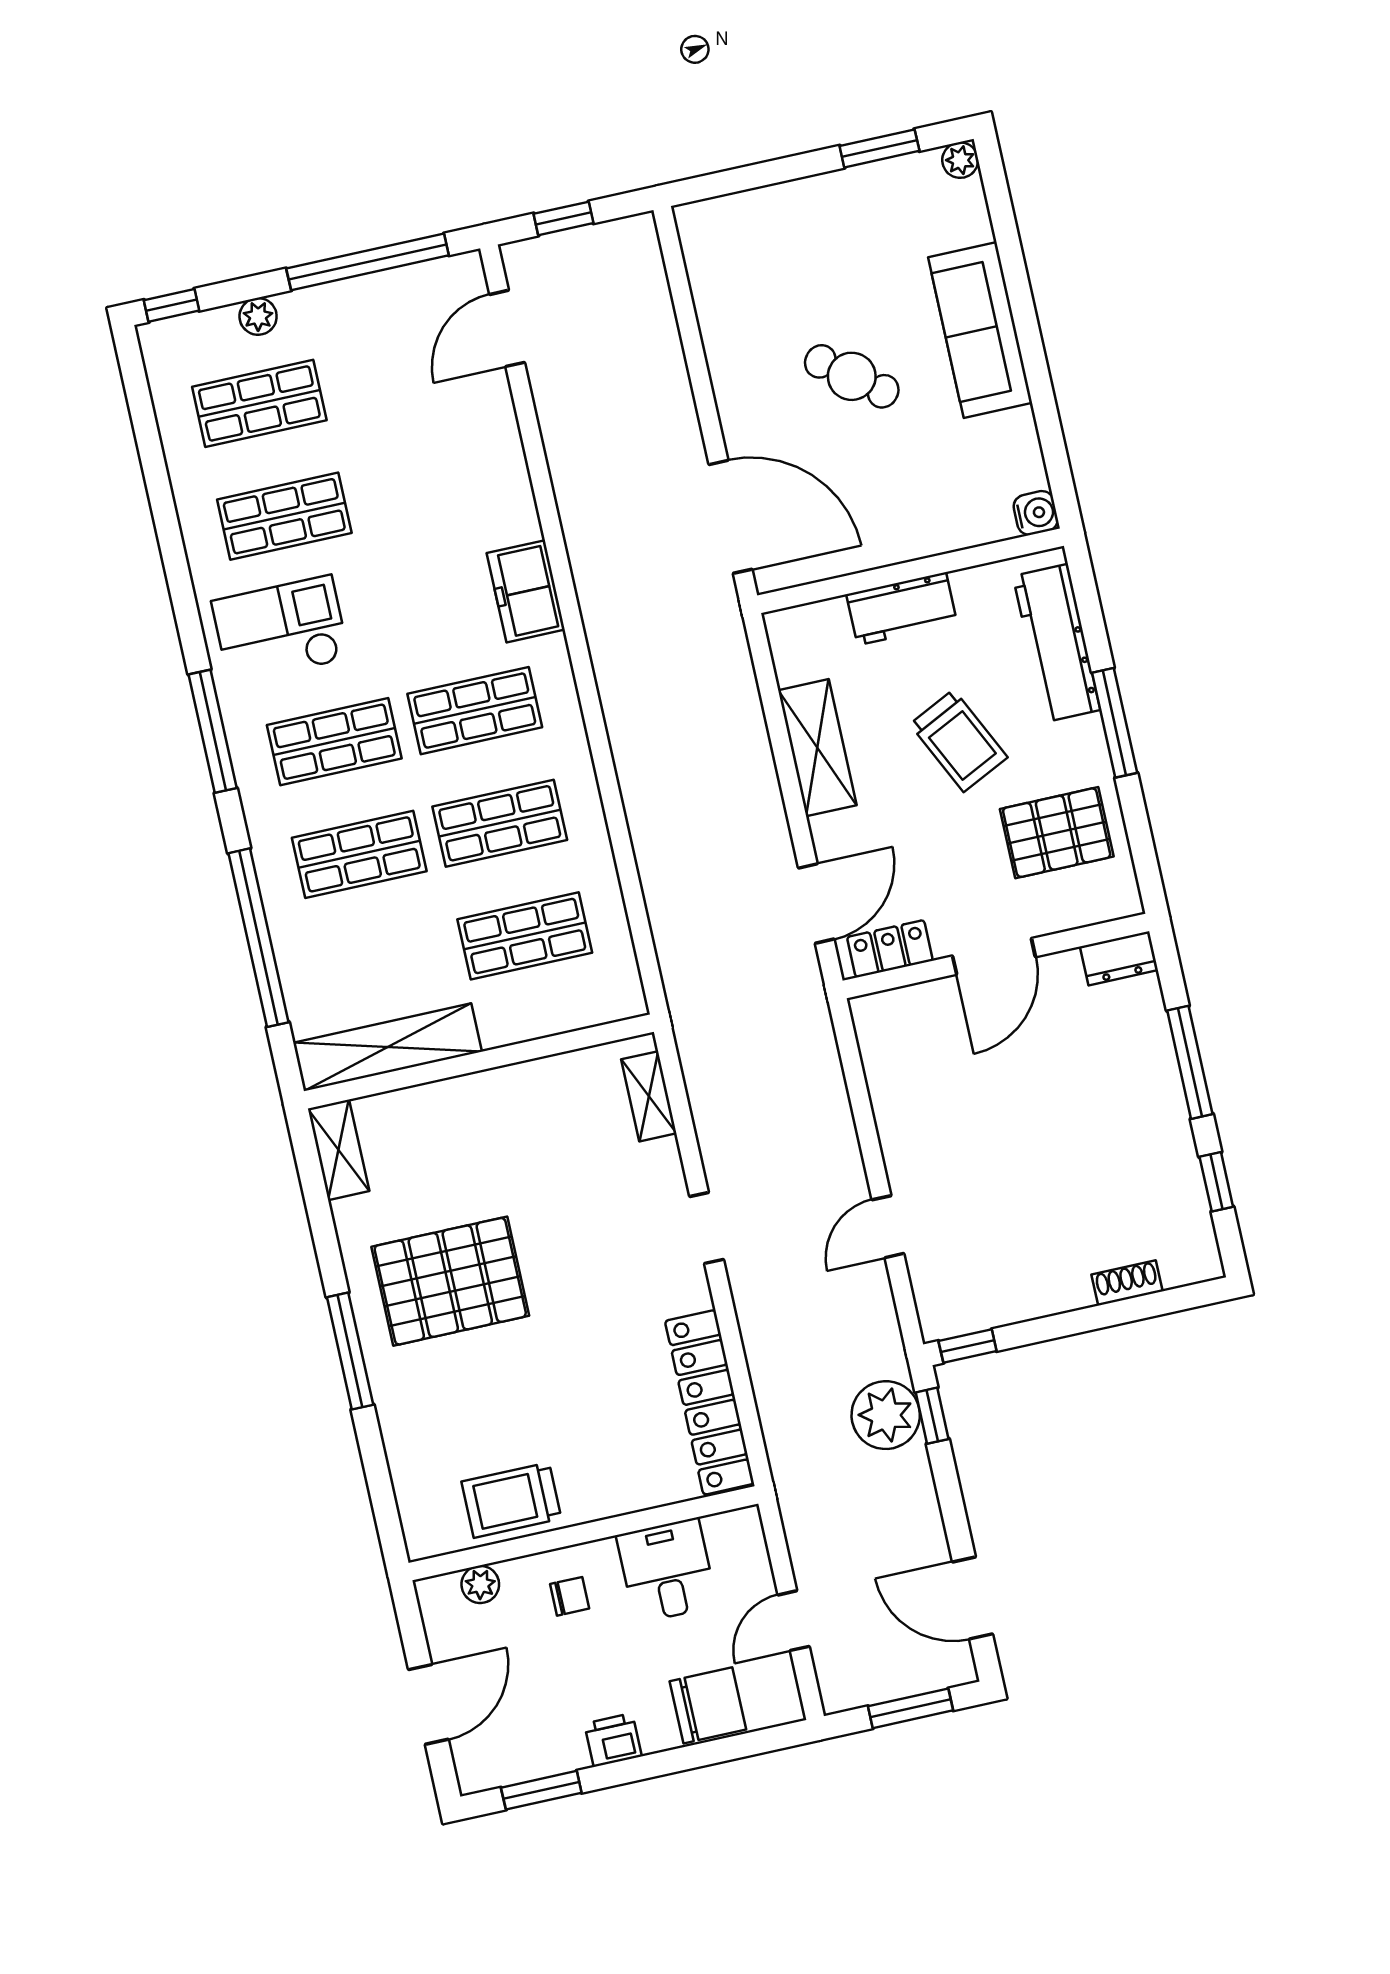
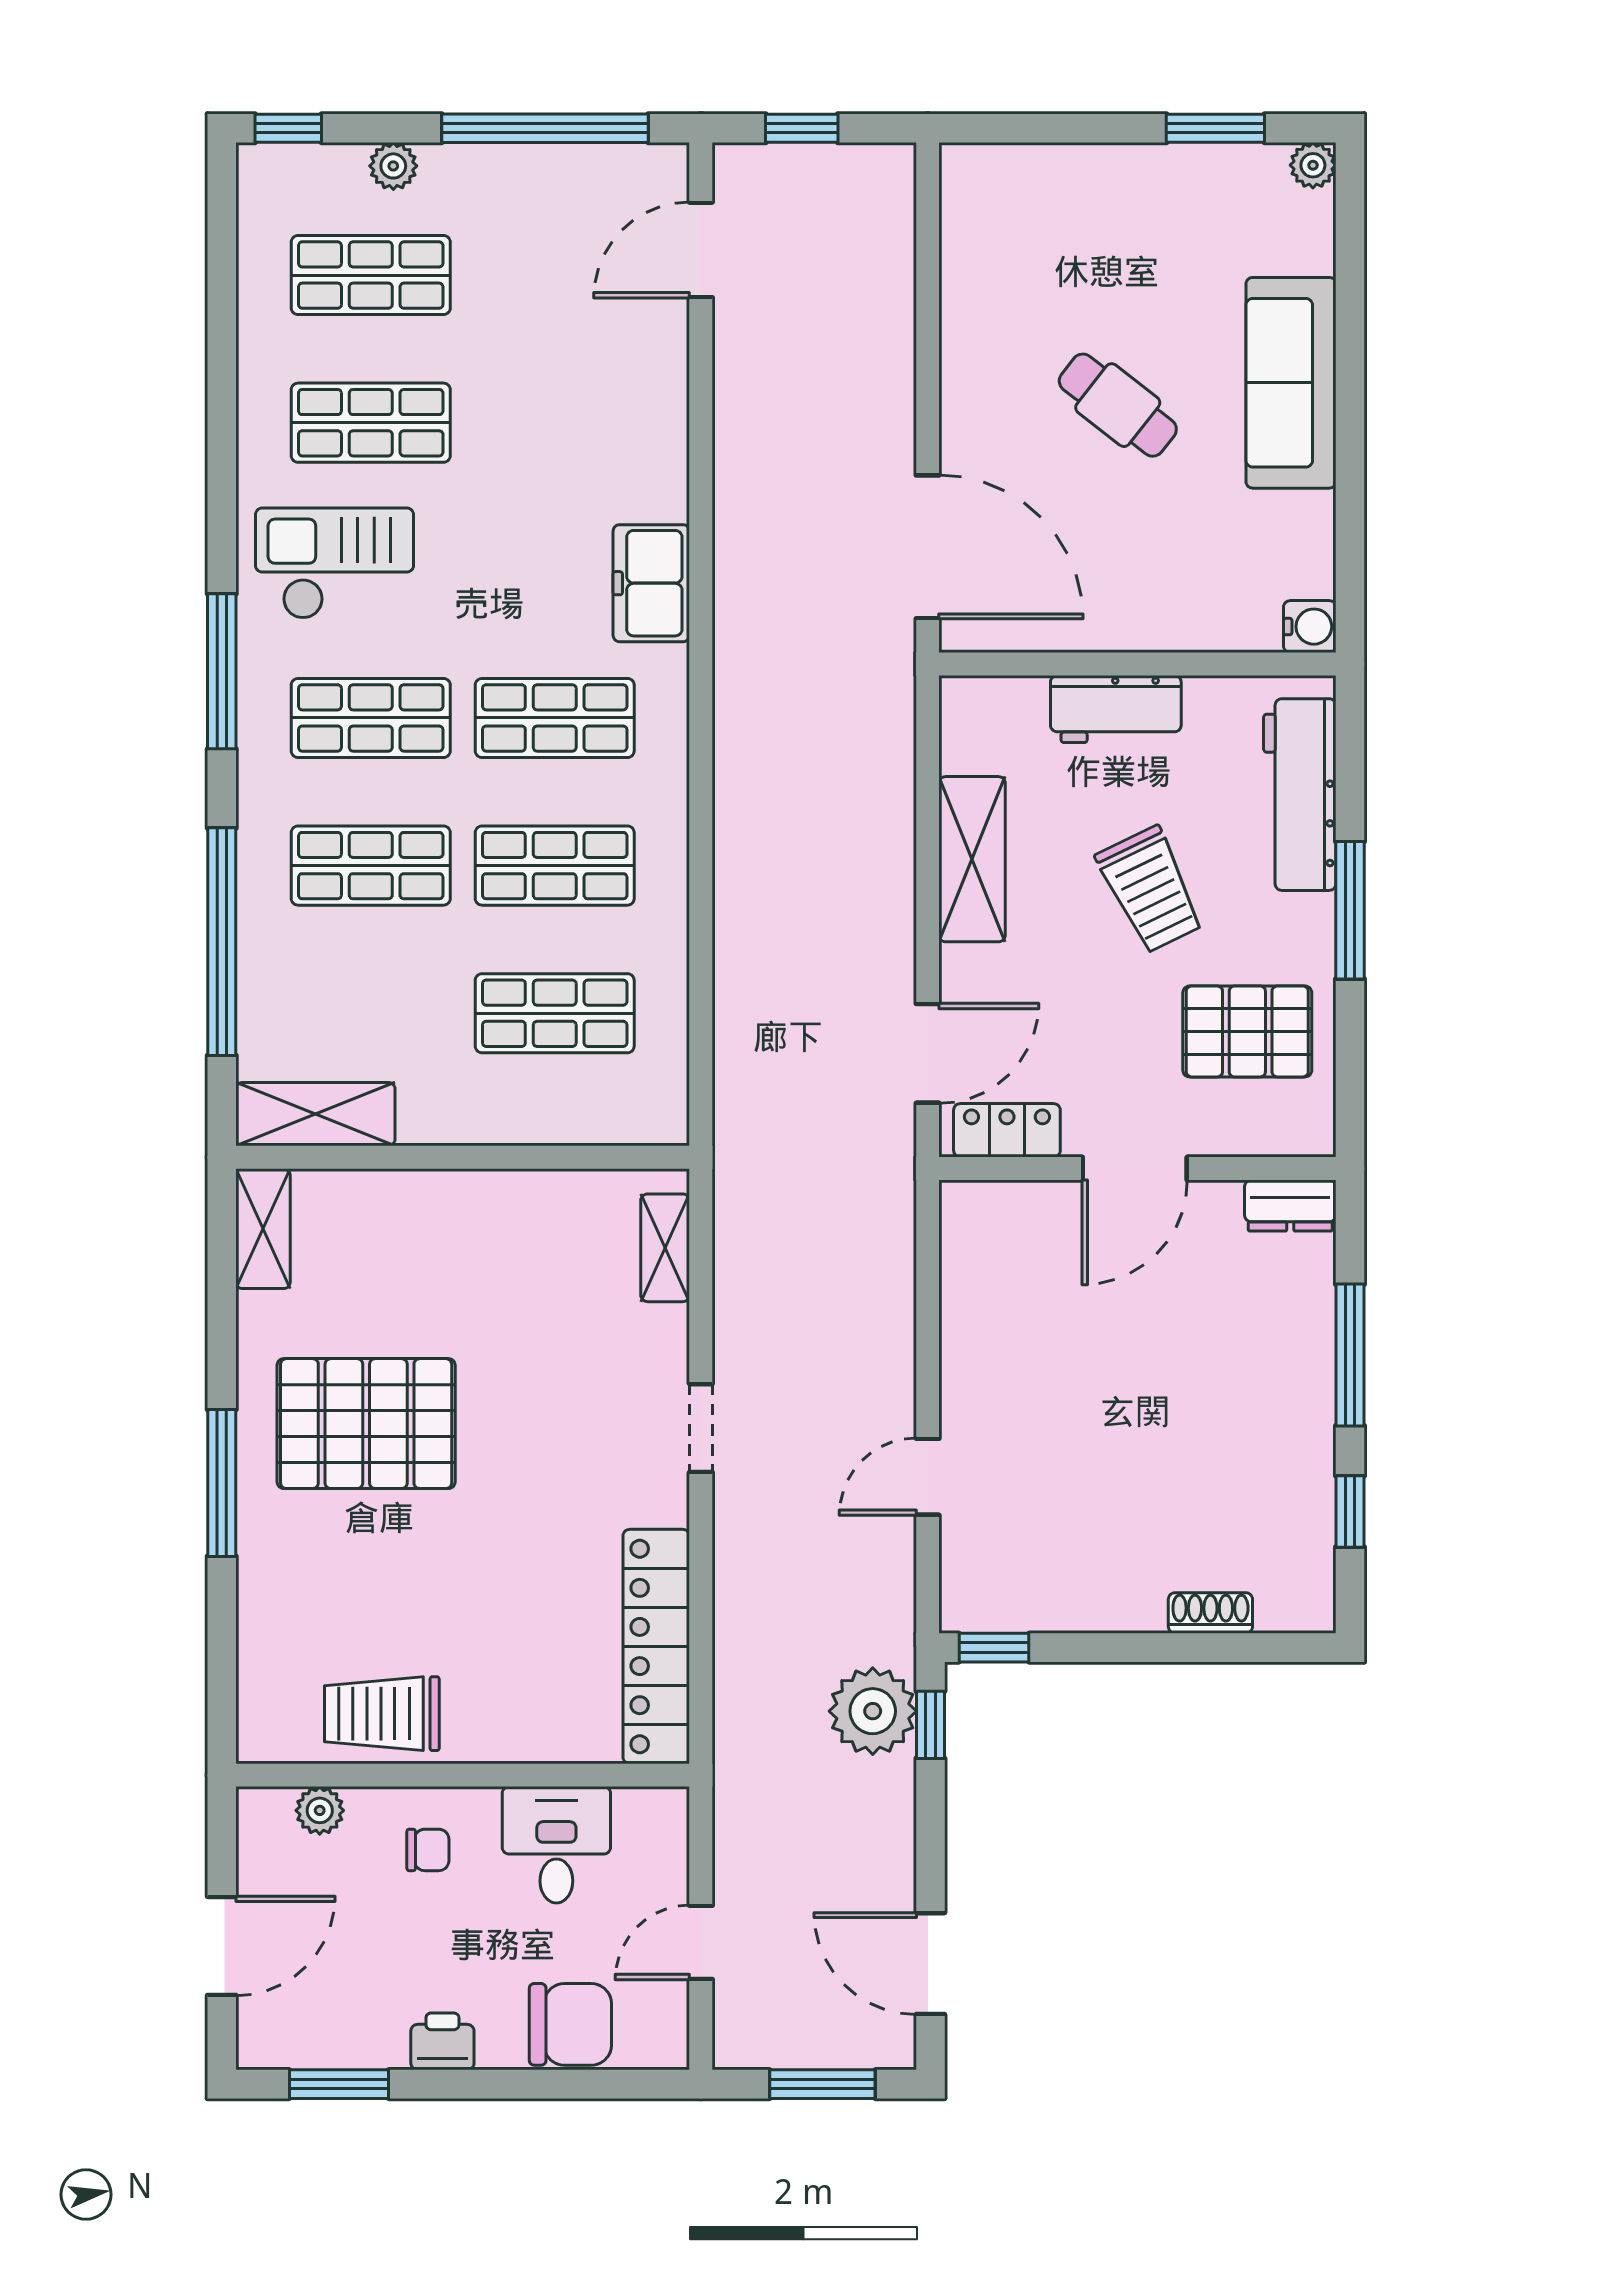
shelving: (387, 1047) -> (315, 1114), width x0.68

